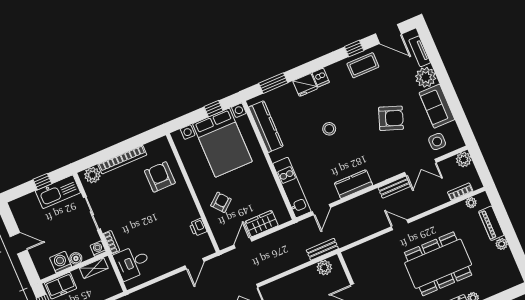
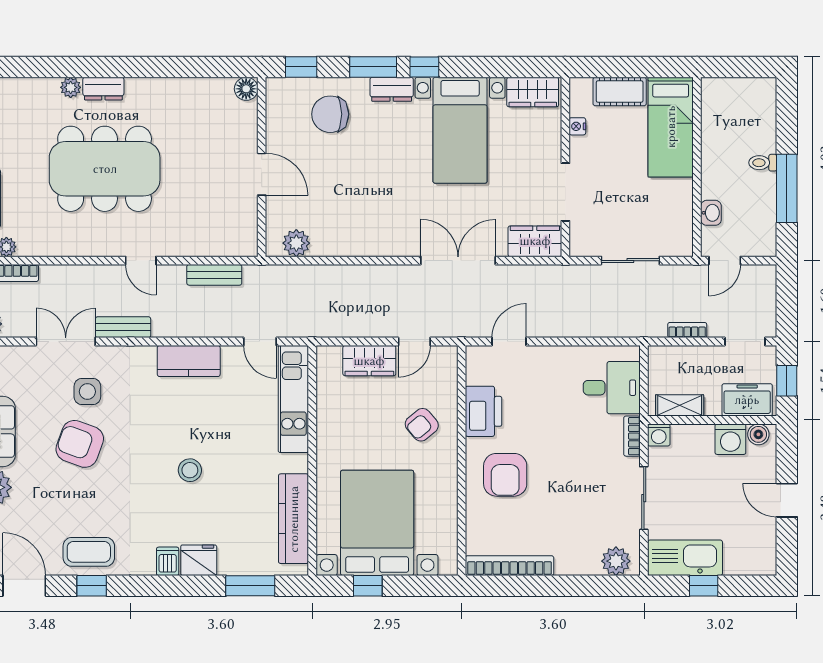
side table: (437, 142) -> (87, 392), moved
bookcase: (122, 160) -> (510, 566), moved
armchair: (160, 177) -> (505, 475), moved
door: (321, 210) -> (260, 342), swing flipped
printer: (198, 227) -> (484, 411), width x1.87, depth x1.48
bench: (322, 249) -> (214, 275), moved
boiler: (76, 258) -> (758, 434), moved

